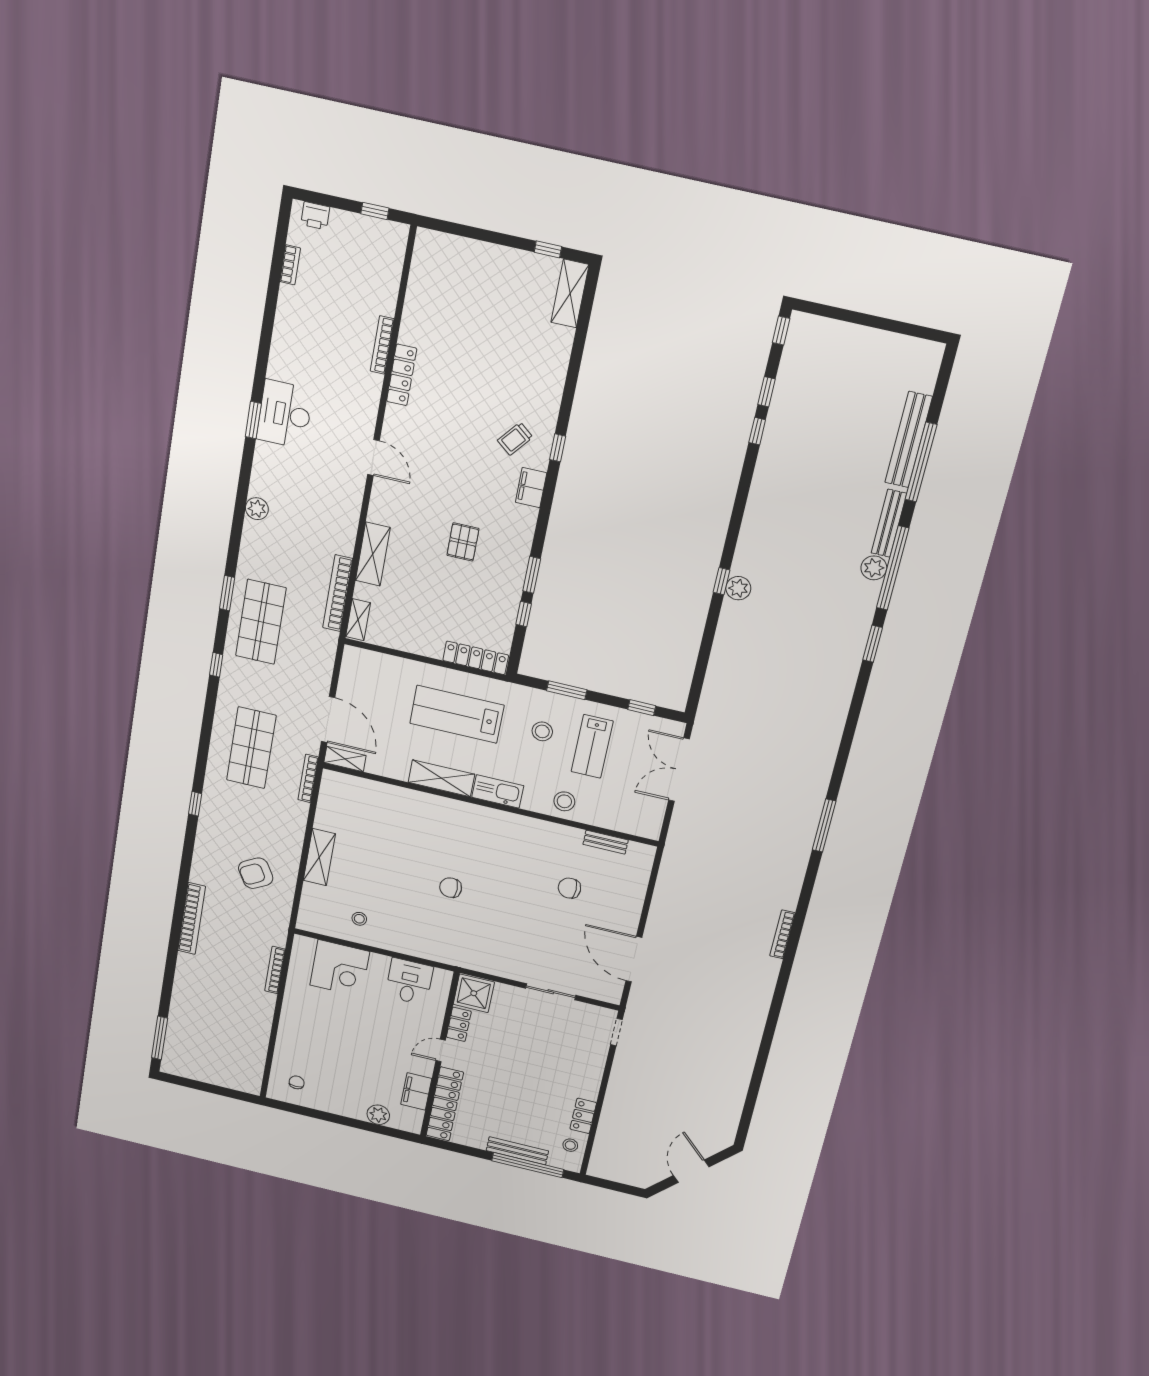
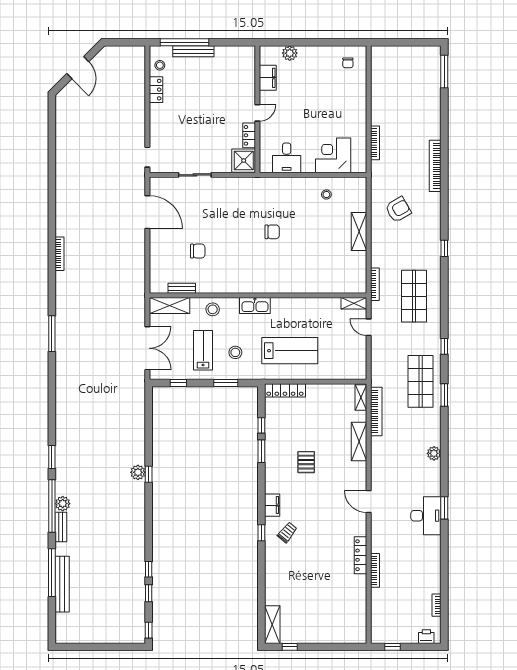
bench: (889, 523) -> (61, 527), width x0.73
door: (328, 720) -> (369, 327), width x0.53
shelving: (441, 778) -> (169, 306), moved
locker: (445, 1104) -> (247, 74), removed

